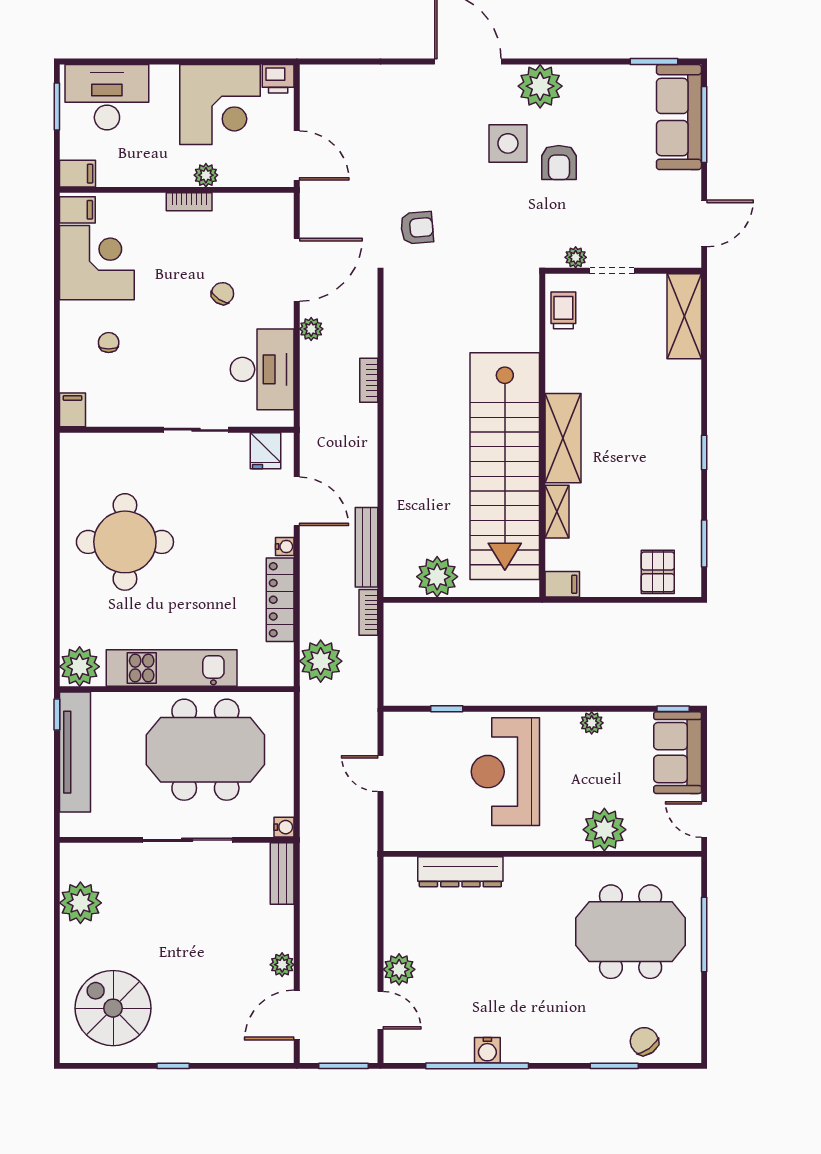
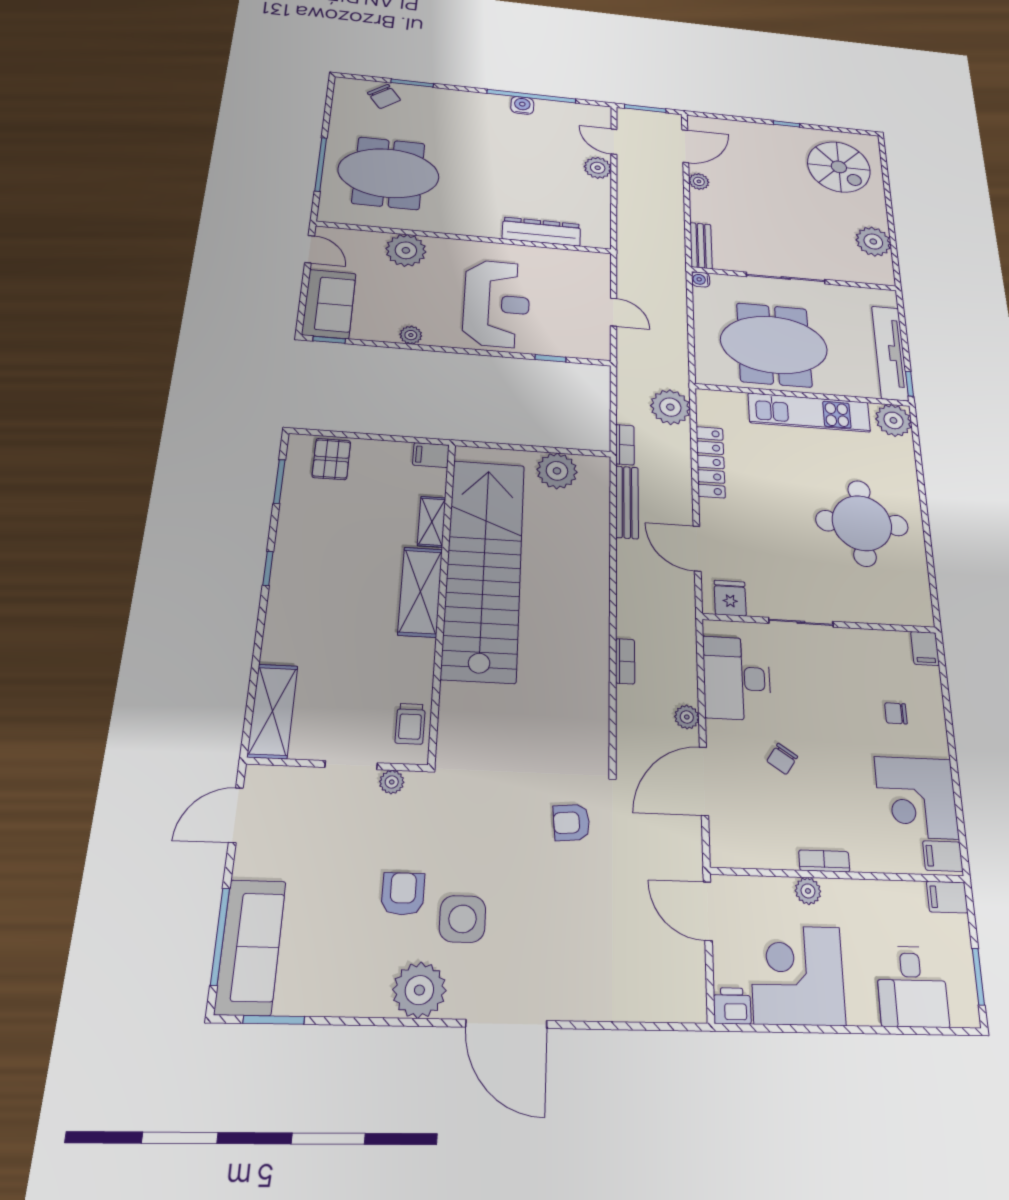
desk: (107, 97) -> (912, 987), width x0.73
chair: (109, 343) -> (896, 713), turned 90
water cooler: (285, 546) -> (708, 508), removed

